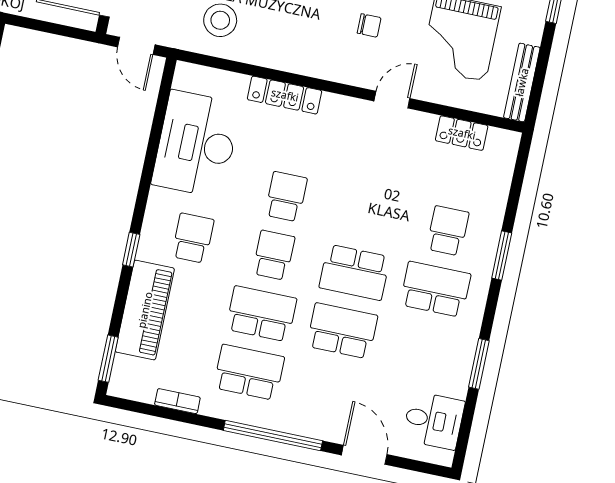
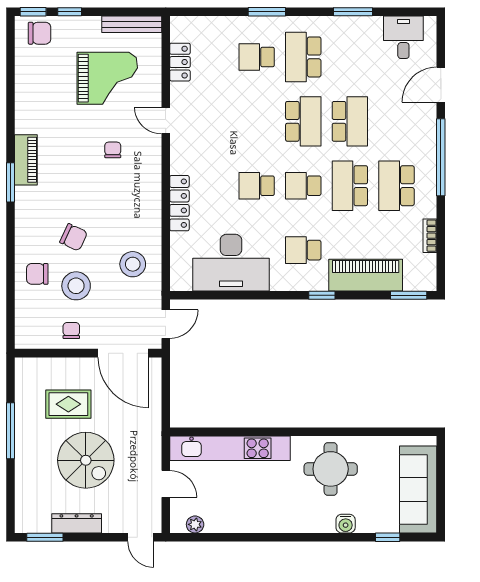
school desk: (342, 331) -> (350, 121), turned 180

